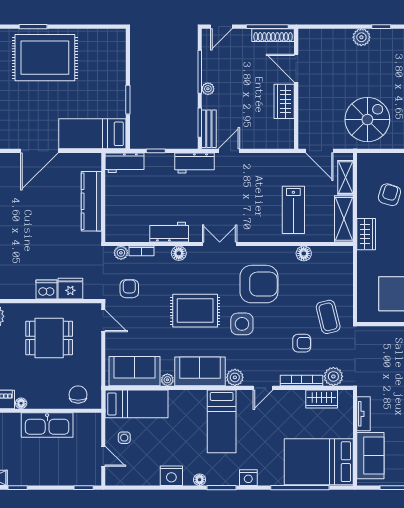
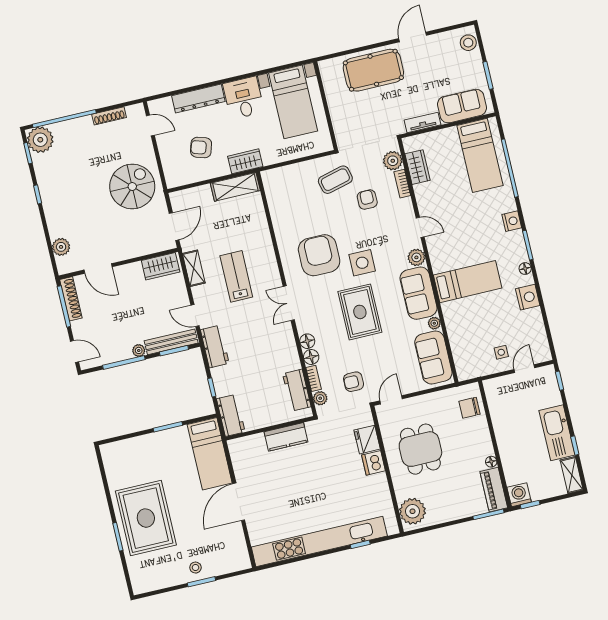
plant: (361, 37) -> (61, 247), moved
door: (296, 68) -> (98, 268), hinge flipped
wardrobe: (284, 101) -> (161, 266), moved
spiral stairs: (367, 120) -> (132, 187), turned 90
bench: (209, 129) -> (171, 342), width x1.36
door: (39, 151) -> (239, 502), swing flipped
shelving: (345, 177) -> (194, 268), moved, turned 90
kitchen counter: (91, 201) -> (286, 437), width x0.67
lab bench: (293, 210) -> (236, 276), moved, turned -90
workbench: (169, 232) -> (297, 390), moved
floor lamp: (304, 253) -> (311, 357), moved
bookcase: (302, 380) -> (402, 184), width x0.64
bed: (137, 404) -> (465, 348), removed
bed: (222, 421) -> (468, 282), moved
kitchen sink: (47, 425) -> (557, 433), moved, turned 180
bed: (319, 462) -> (480, 155), width x0.67

